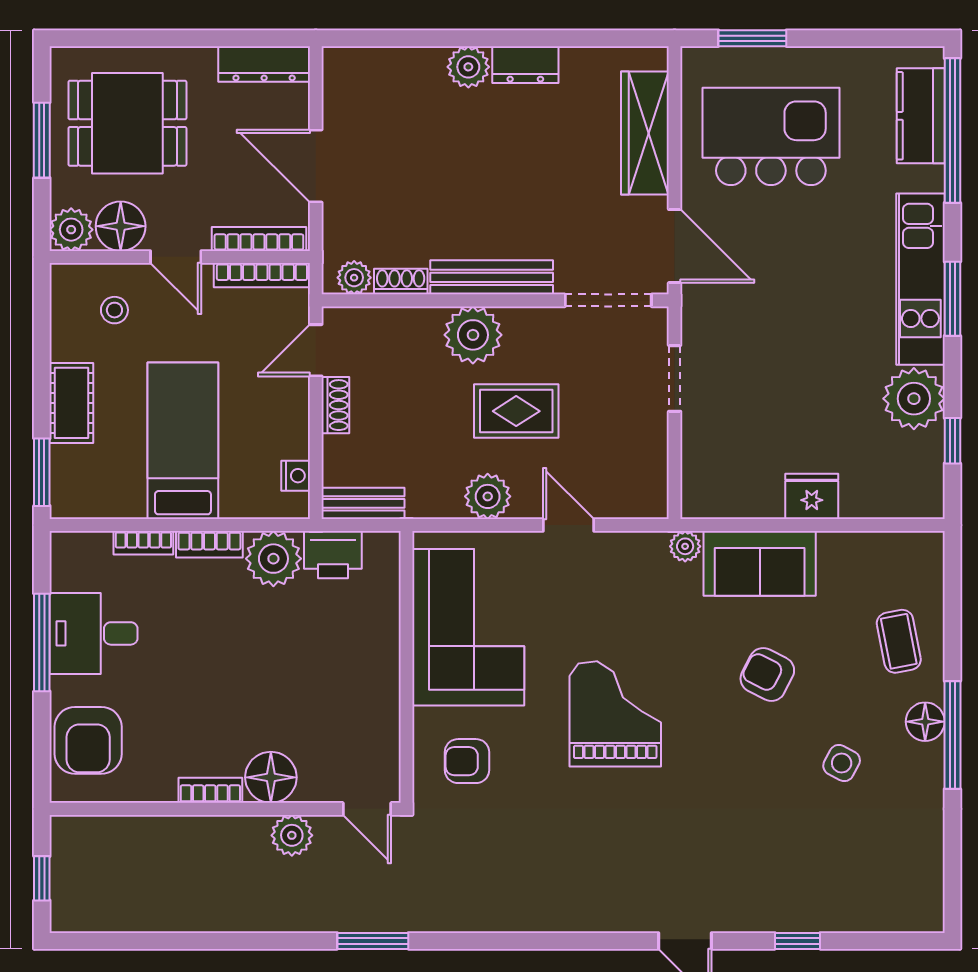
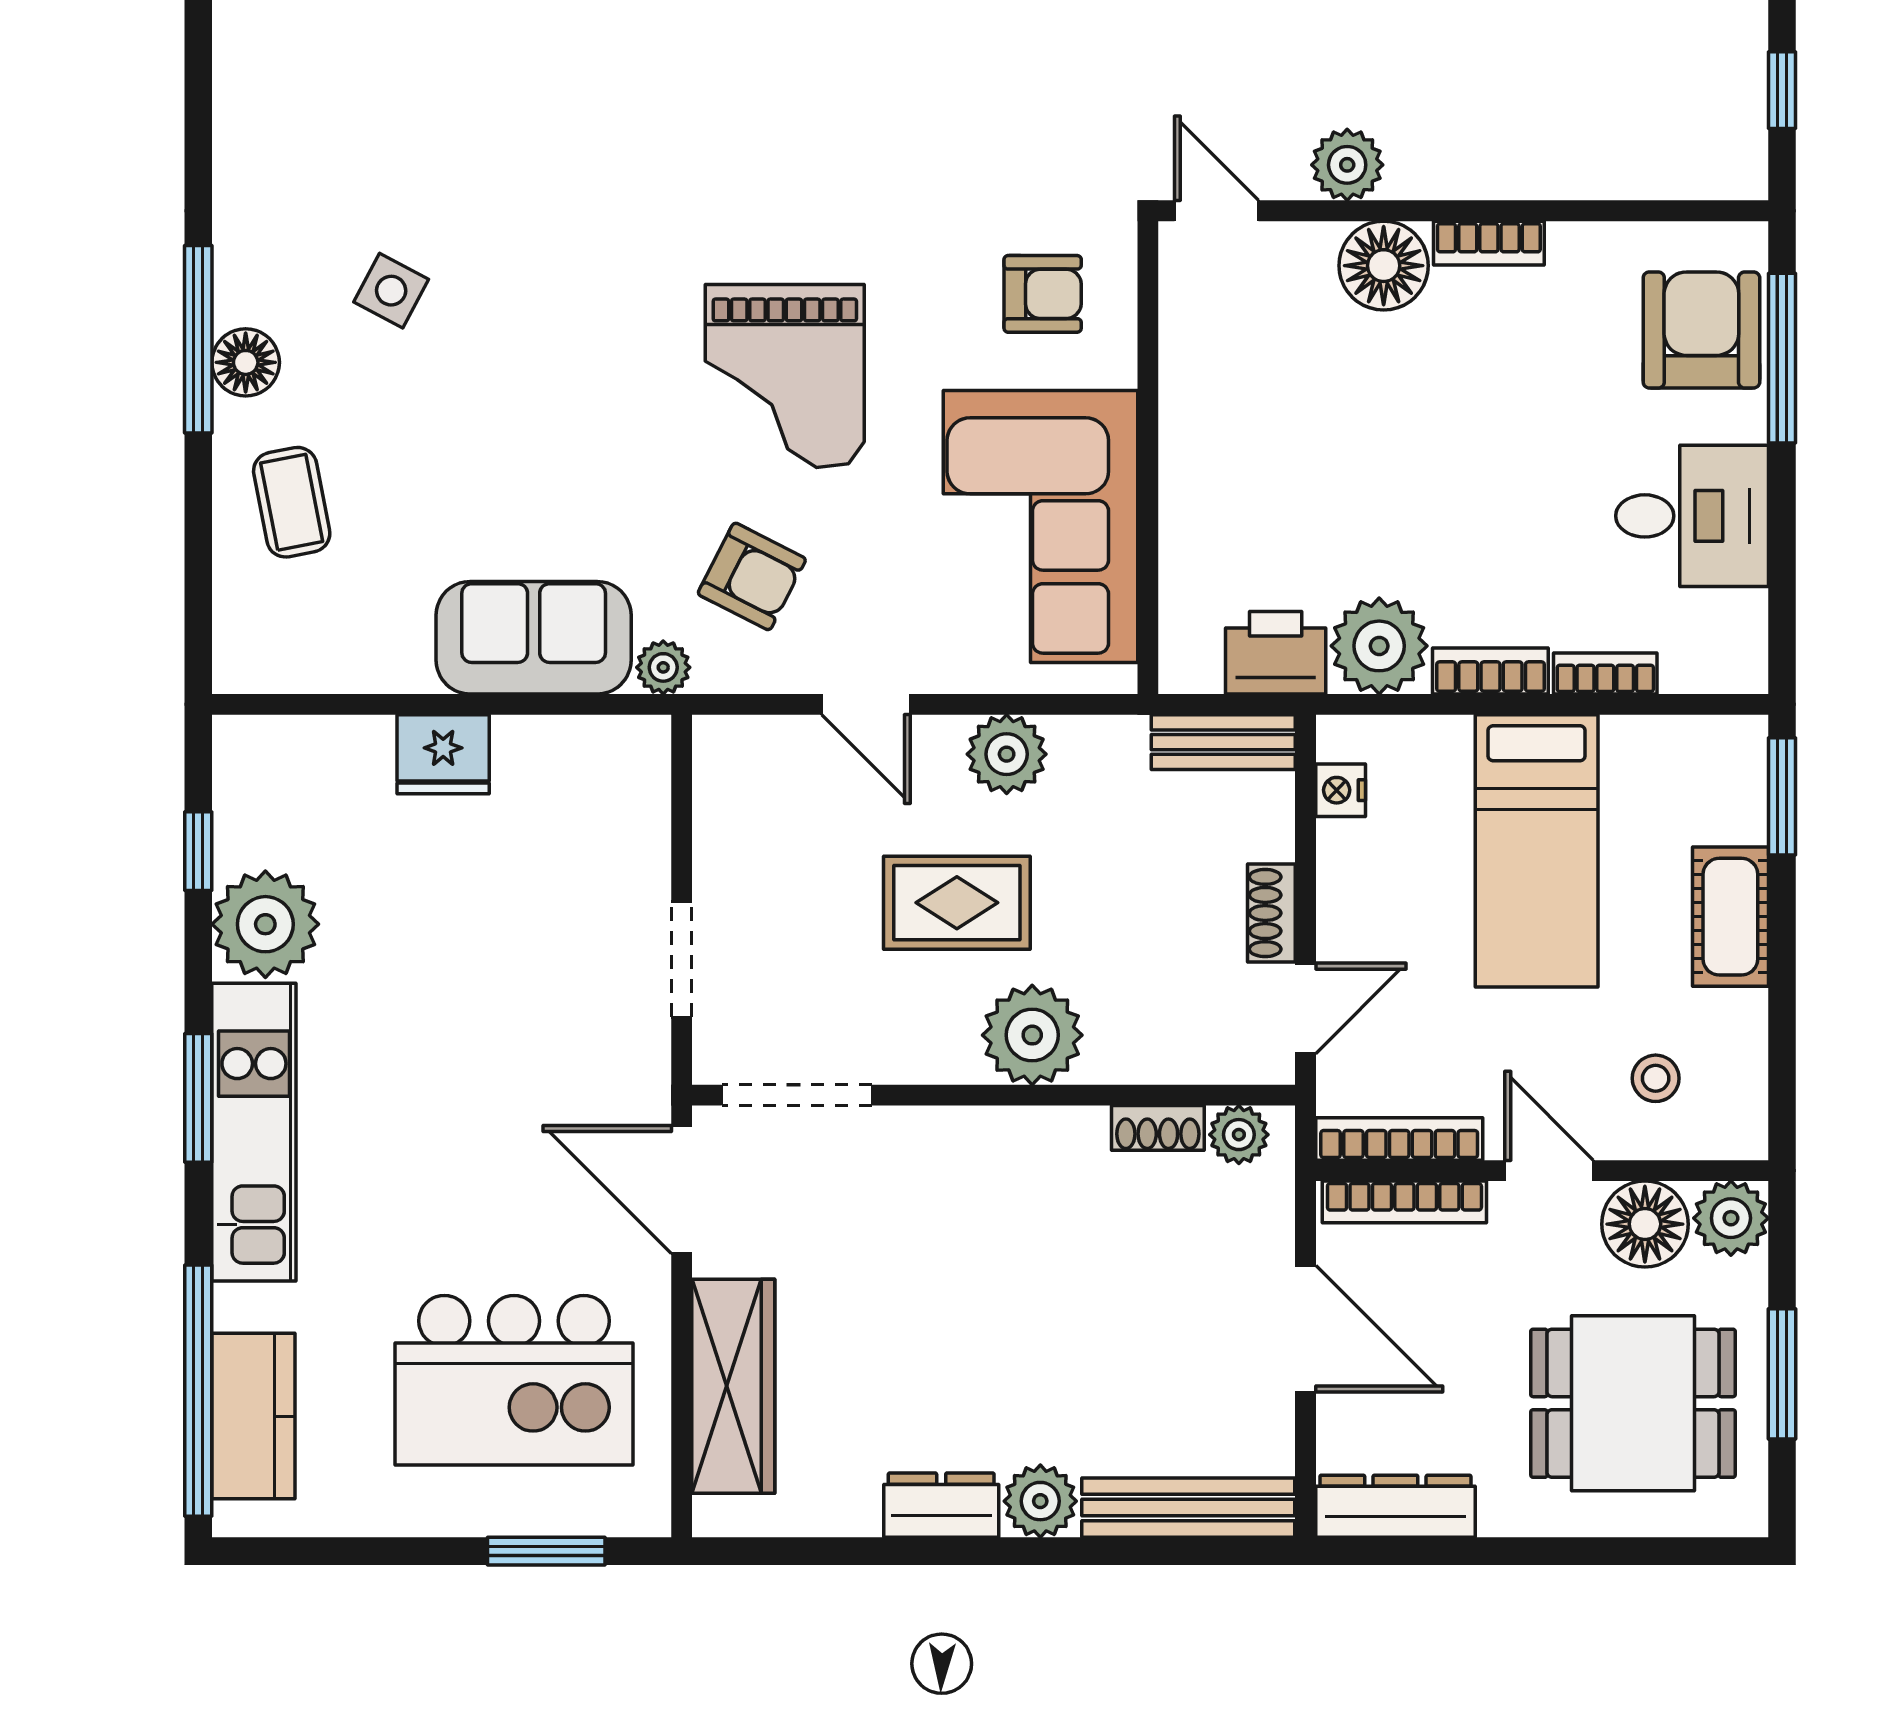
bench: (492, 277) -> (1188, 1508), moved
window: (42, 642) -> (1782, 358), moved
armchair: (767, 675) -> (752, 576), moved

